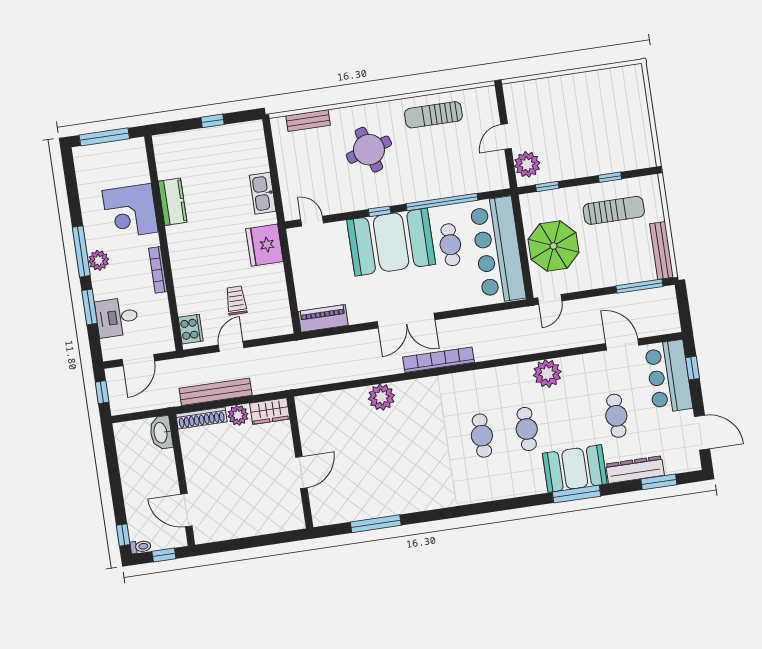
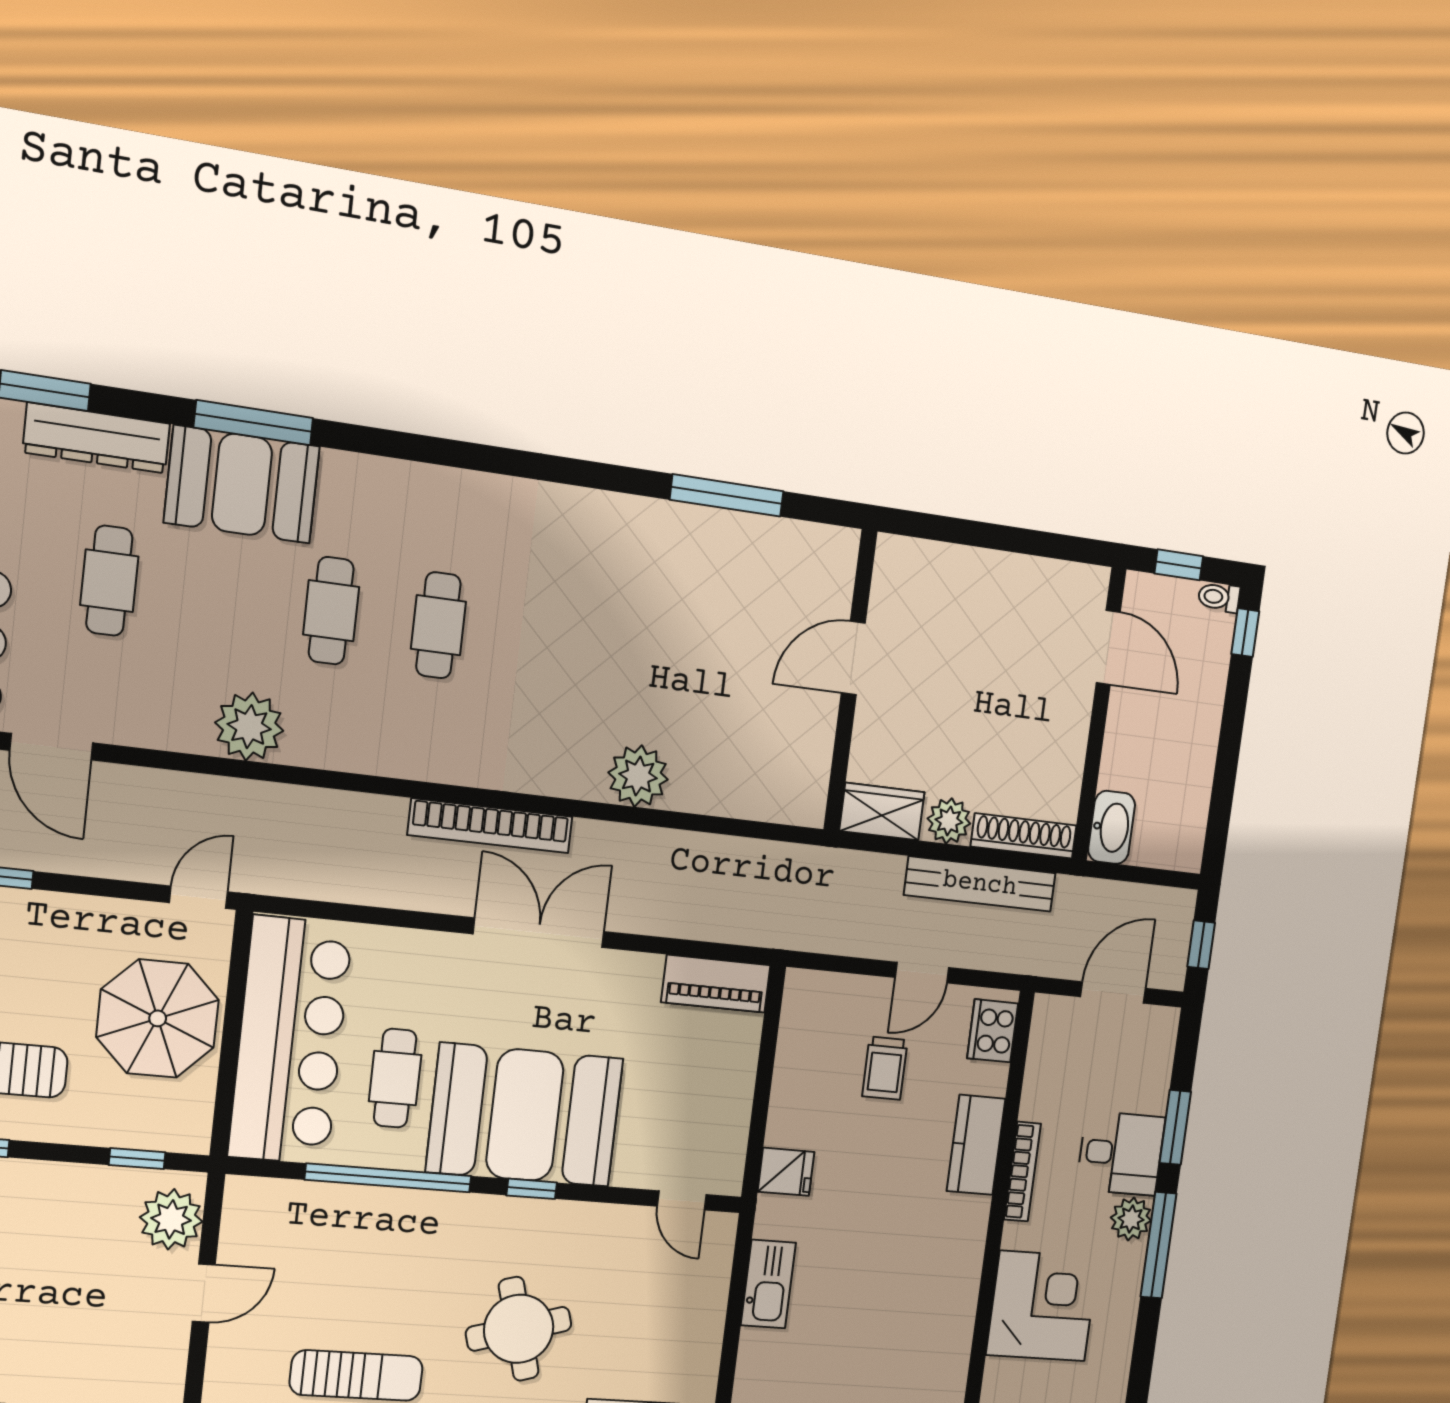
kitchen counter: (173, 202) -> (976, 1145), moved
fridge: (264, 245) -> (786, 1172), width x0.53, depth x0.75
desk: (117, 317) -> (1121, 1153), moved

